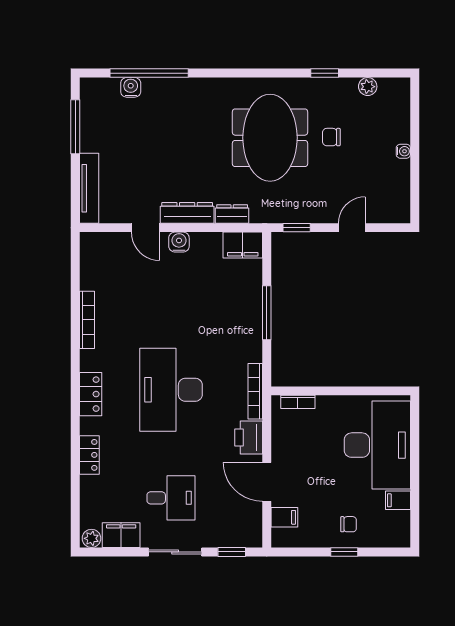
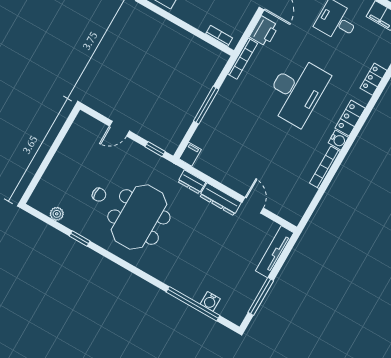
water cooler: (403, 151) -> (58, 159), removed
water cooler: (179, 242) -> (338, 140), moved, turned -90
filing cabinet: (243, 245) -> (190, 154), width x0.50

